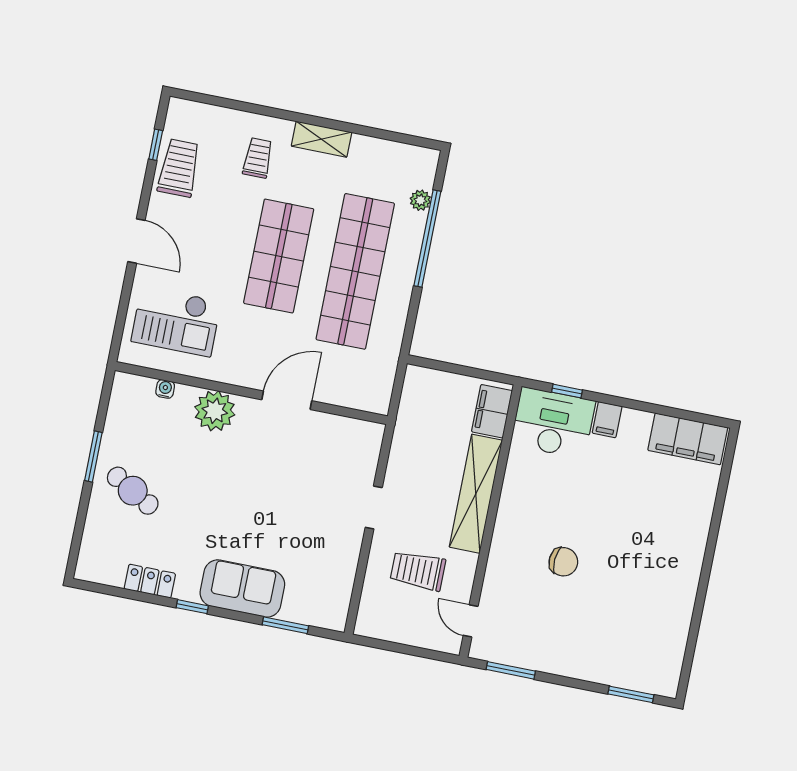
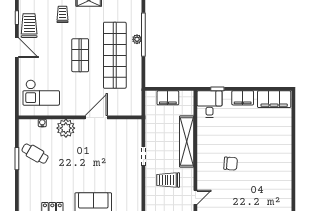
plant: (420, 200) -> (137, 39), moved
door: (136, 241) -> (17, 48), moved
shop shelf: (279, 256) -> (80, 55), width x0.70, depth x0.74
filing cabinet: (492, 411) -> (168, 98), moved, turned -90
filing cabinet: (607, 420) -> (243, 98), width x2.00
desk: (553, 423) -> (209, 104), width x0.73
cafe table: (133, 491) -> (35, 154), moved
door: (471, 621) -> (195, 197), swing flipped

